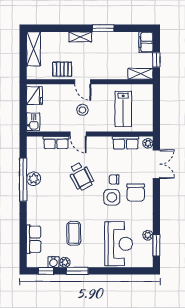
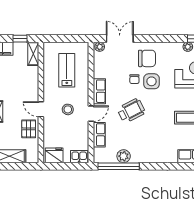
door: (83, 82) -> (41, 109), swing flipped
lab bench: (123, 109) -> (67, 70), turned -90
row of seats: (126, 143) -> (99, 91), moved
plant: (34, 179) -> (124, 156), moved
window: (23, 180) -> (119, 166), moved

